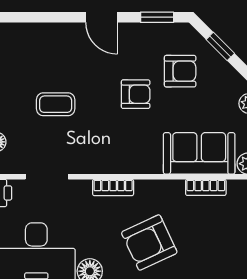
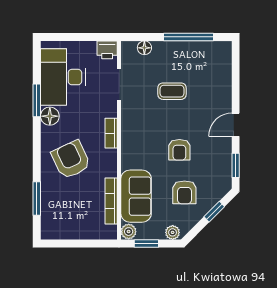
armchair: (180, 71) -> (184, 192), moved
coffee table: (56, 104) -> (172, 91), turned 90
bookcase: (206, 187) -> (111, 201), width x1.56

